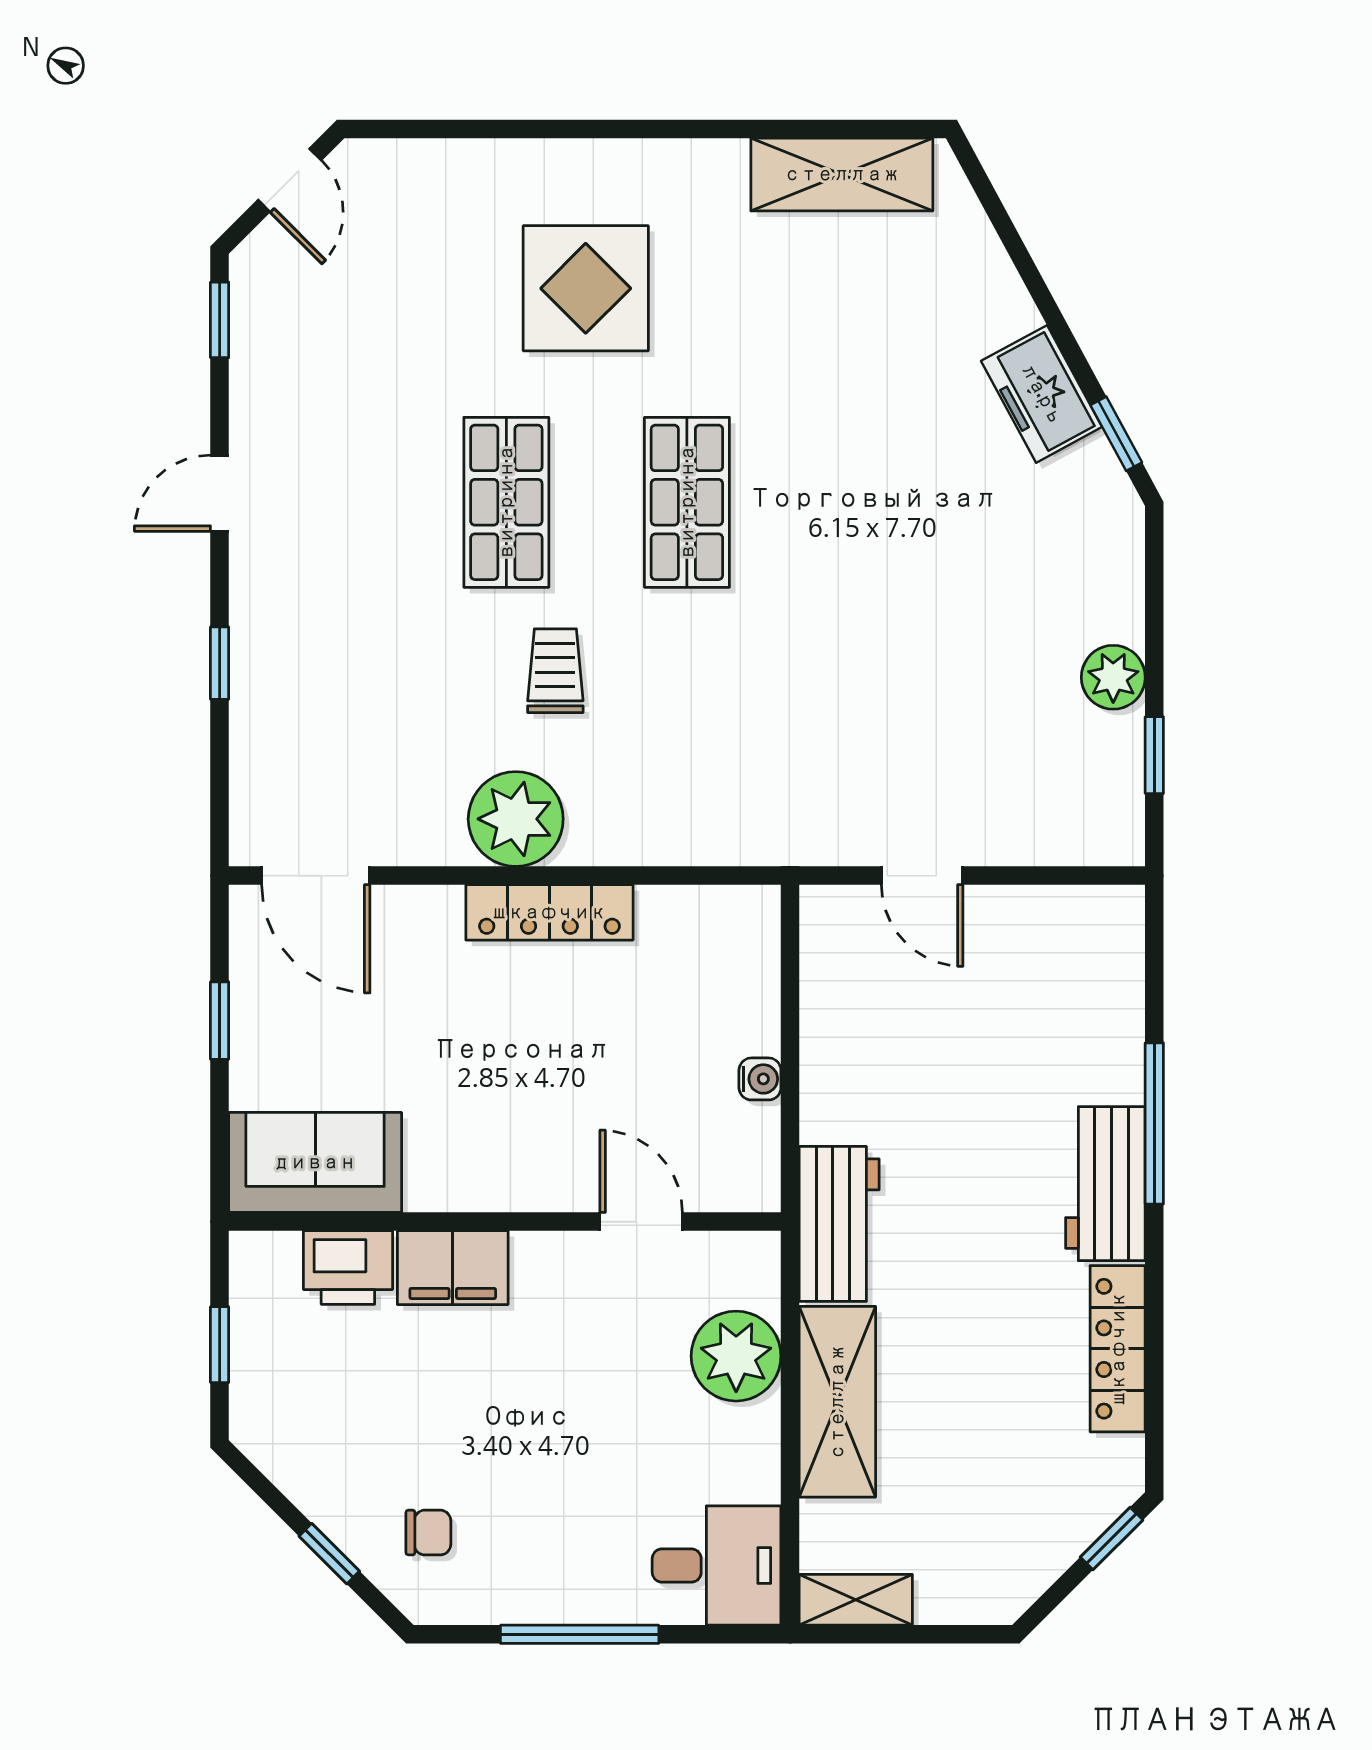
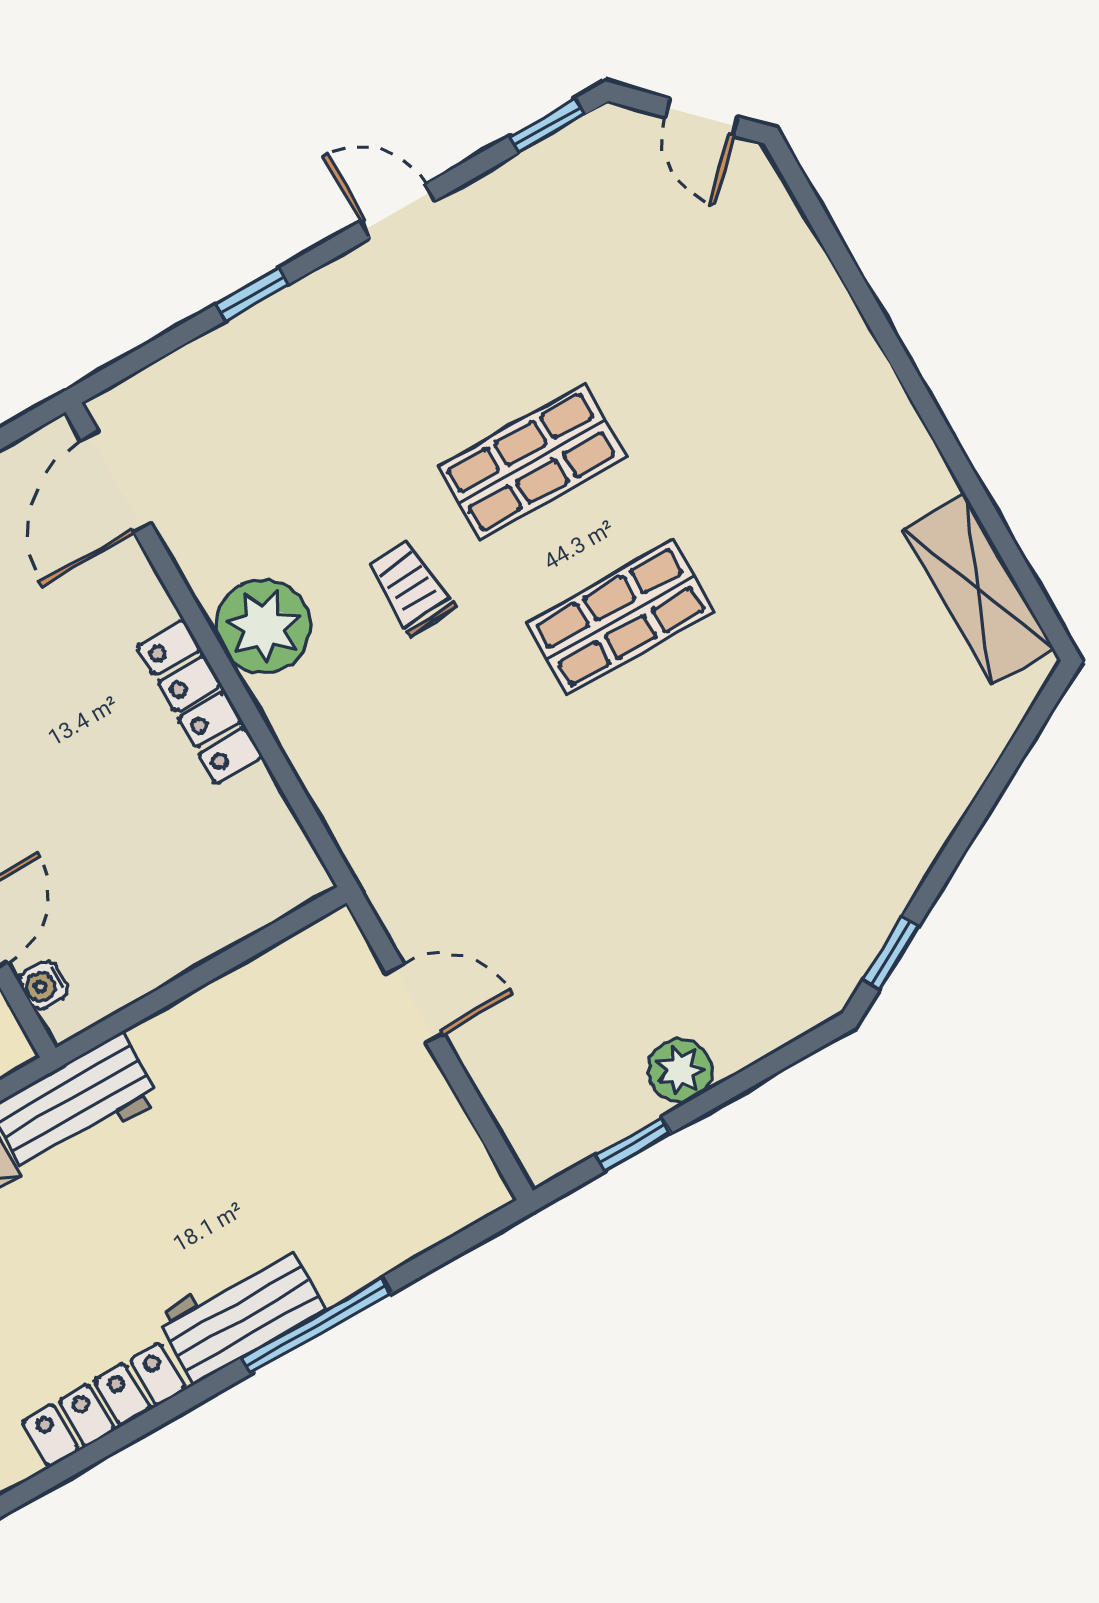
door: (290, 180) -> (702, 117), hinge flipped
display table: (586, 288) -> (755, 425), removed
freezer: (1042, 394) -> (888, 869), removed
trolley: (555, 671) -> (411, 587), turned -93
door: (922, 876) -> (415, 1004), swing flipped
water cooler: (760, 1079) -> (44, 985), moved, turned 90

